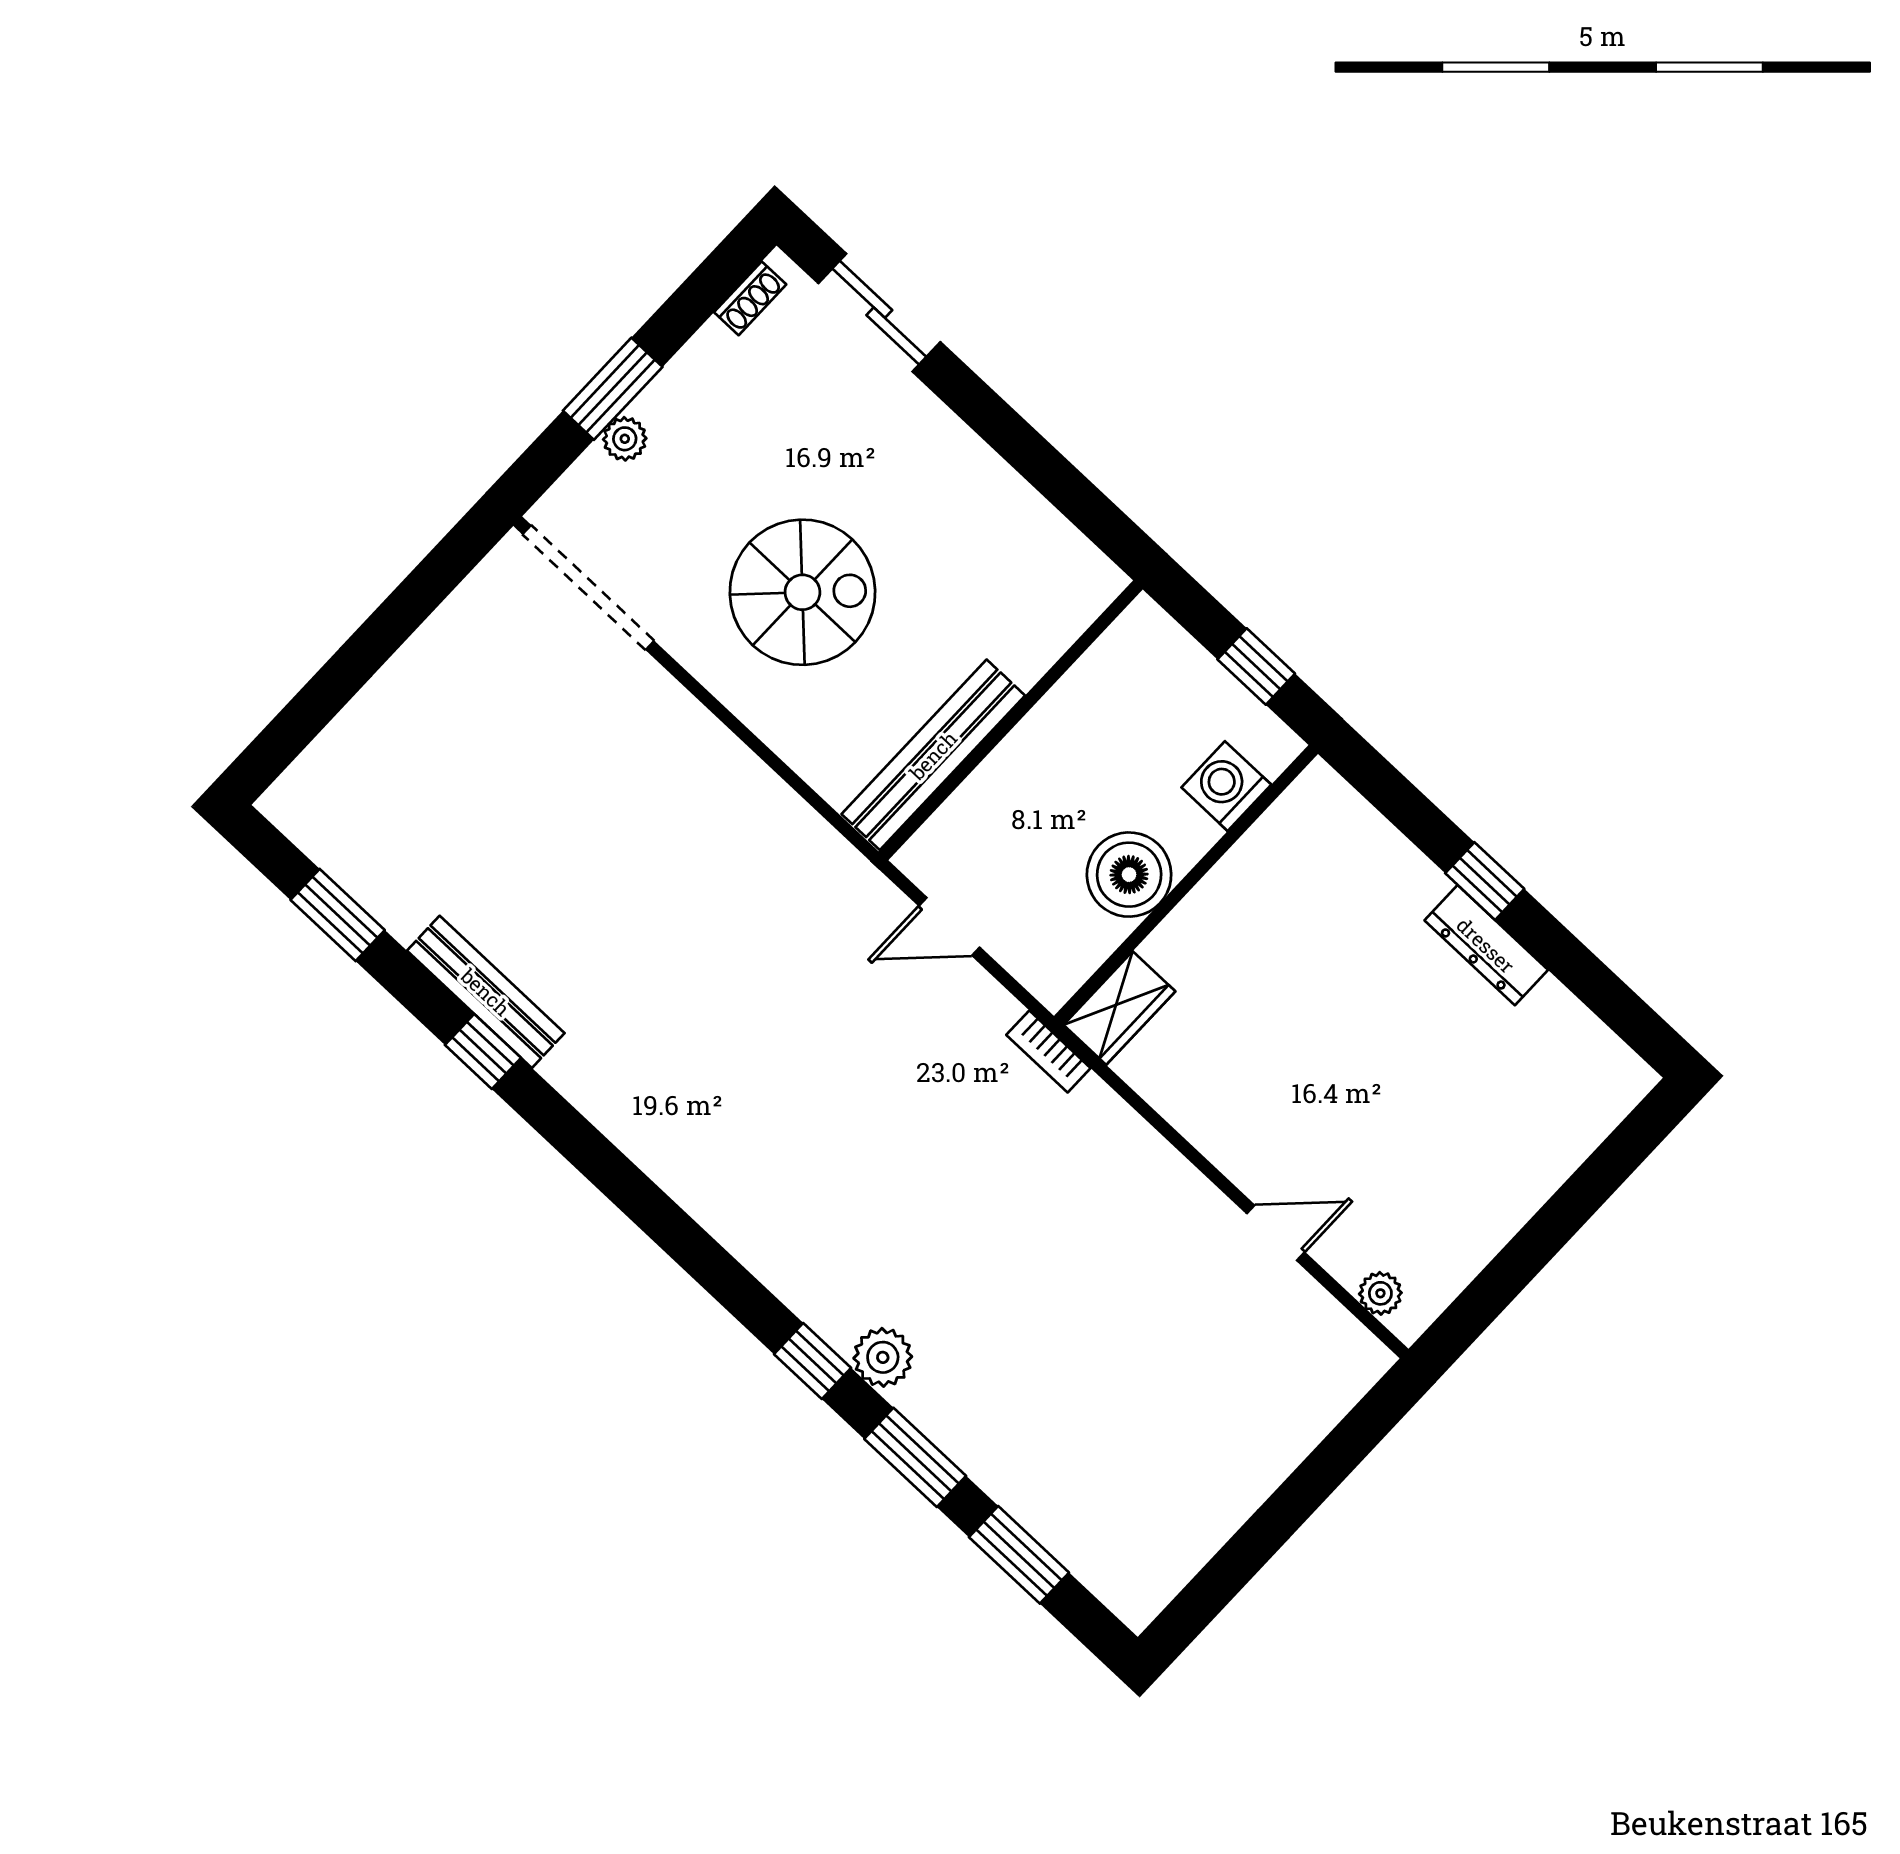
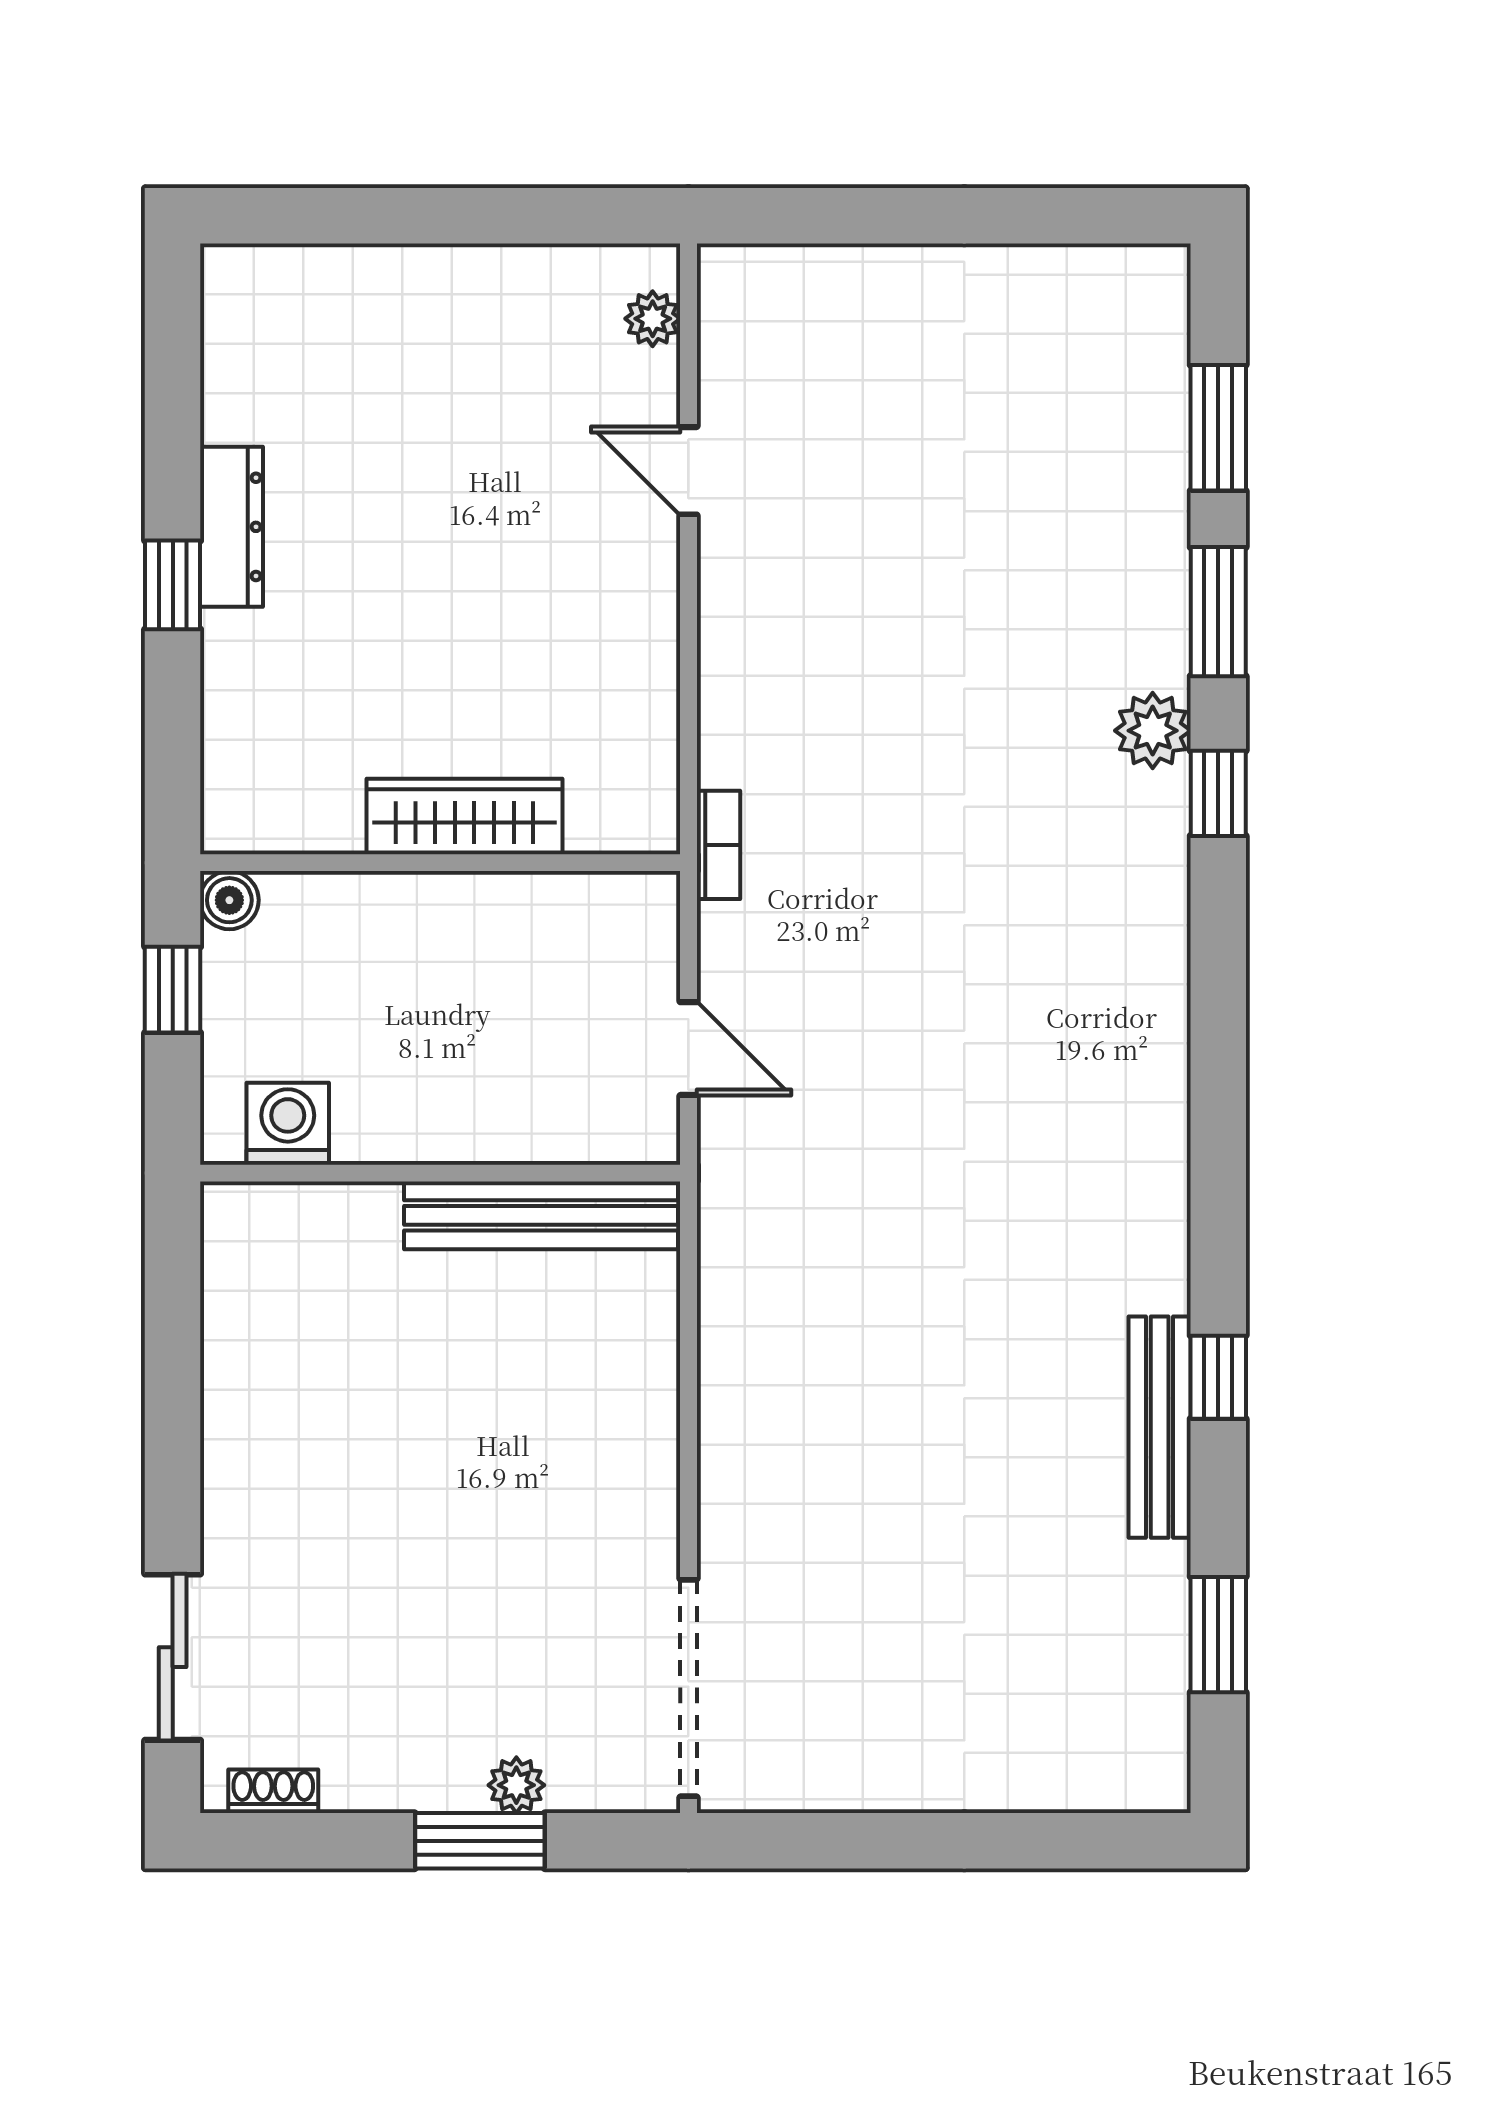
spiral stairs: (802, 592) -> (504, 1482), removed
washing machine: (1226, 786) -> (288, 1124), moved, turned 180
boiler: (1129, 875) -> (229, 900), moved, width x0.54, depth x0.54
wardrobe: (1119, 1008) -> (465, 817), moved, width x1.50

